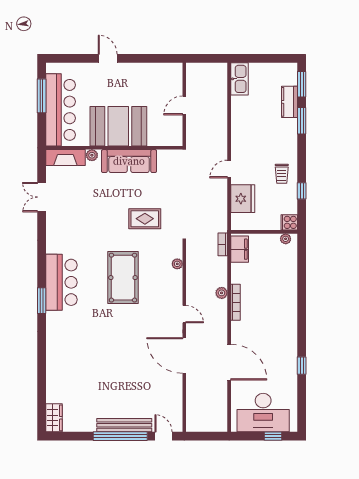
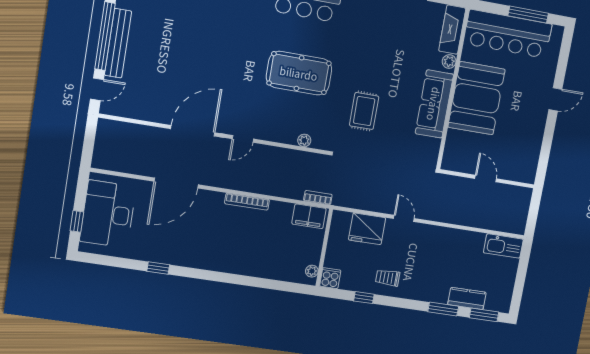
plant: (222, 293) -> (261, 187), removed

